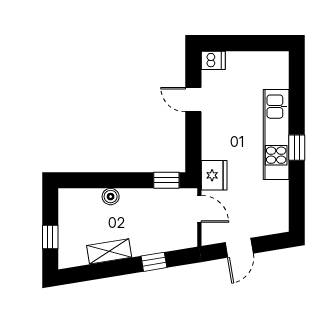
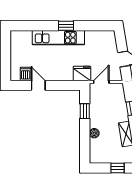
dishwasher: (213, 60) -> (26, 74), moved
door: (193, 100) -> (38, 85), swing flipped
window: (166, 180) -> (85, 111), moved

